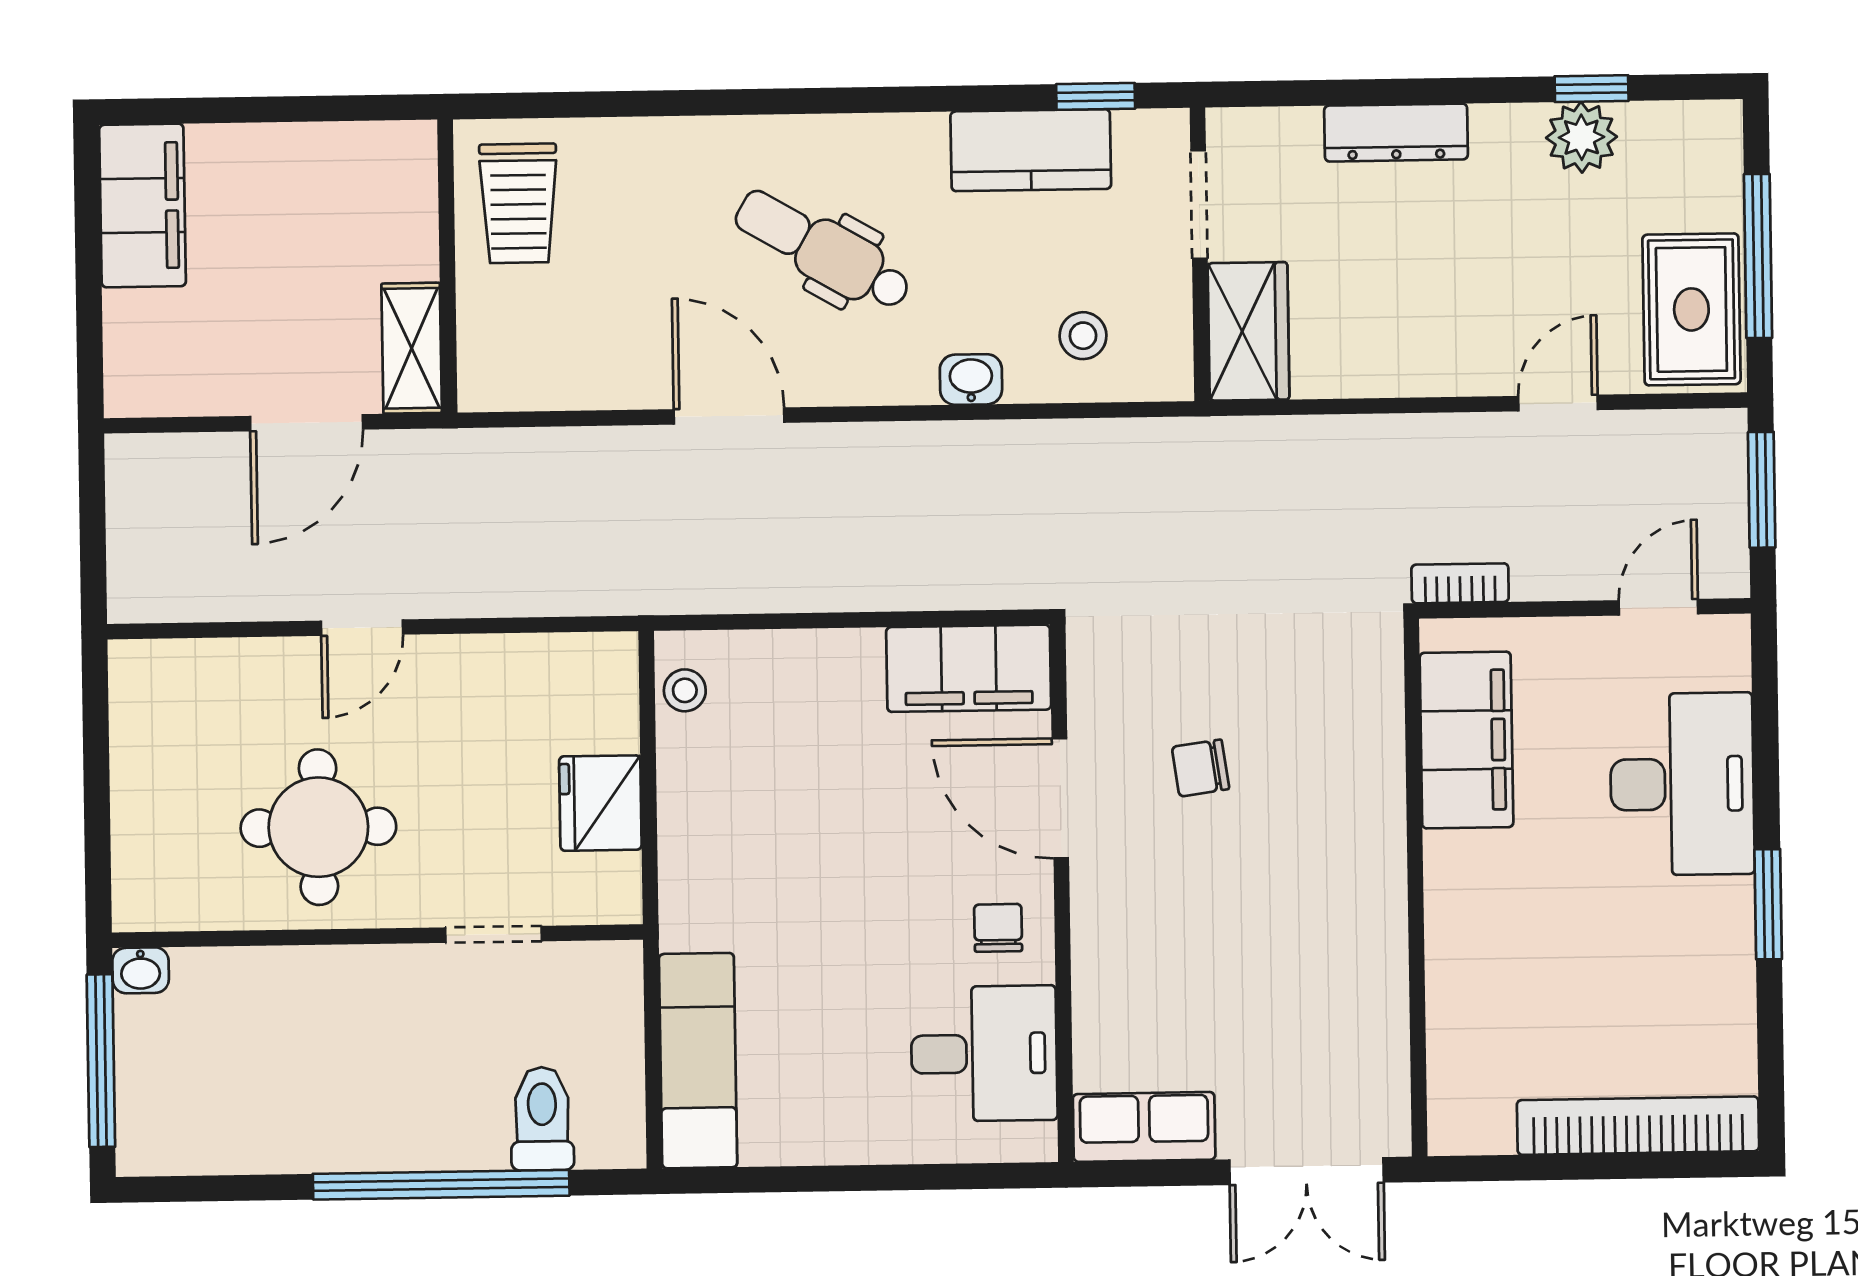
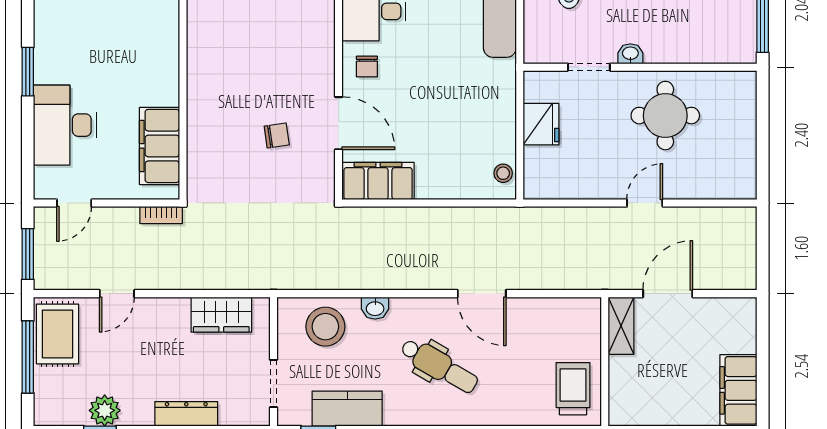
wardrobe: (1249, 331) -> (221, 315), moved, turned -90
stool: (1083, 336) -> (325, 327), width x1.89, depth x1.89
washbasin: (141, 970) -> (630, 54), moved

